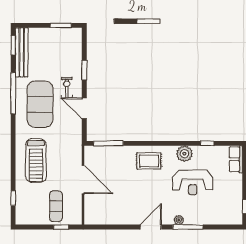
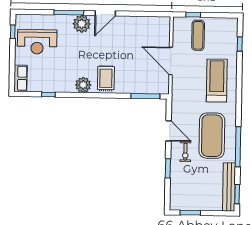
plant: (184, 154) -> (83, 85), moved
rug: (149, 161) -> (106, 78), turned 90
reception desk: (193, 182) -> (37, 42), moved, turned 180
plant: (179, 220) -> (82, 24), width x1.87, depth x1.87

